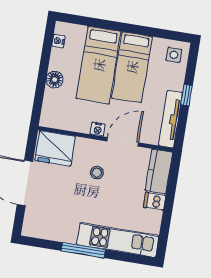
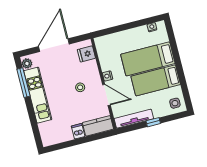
floor lamp: (55, 79) -> (127, 35), removed
fridge: (55, 148) -> (86, 54), width x0.53, depth x0.75
plant: (33, 230) -> (27, 63), added
kitchen unit: (118, 240) -> (38, 95), moved
window: (83, 250) -> (23, 83), moved

